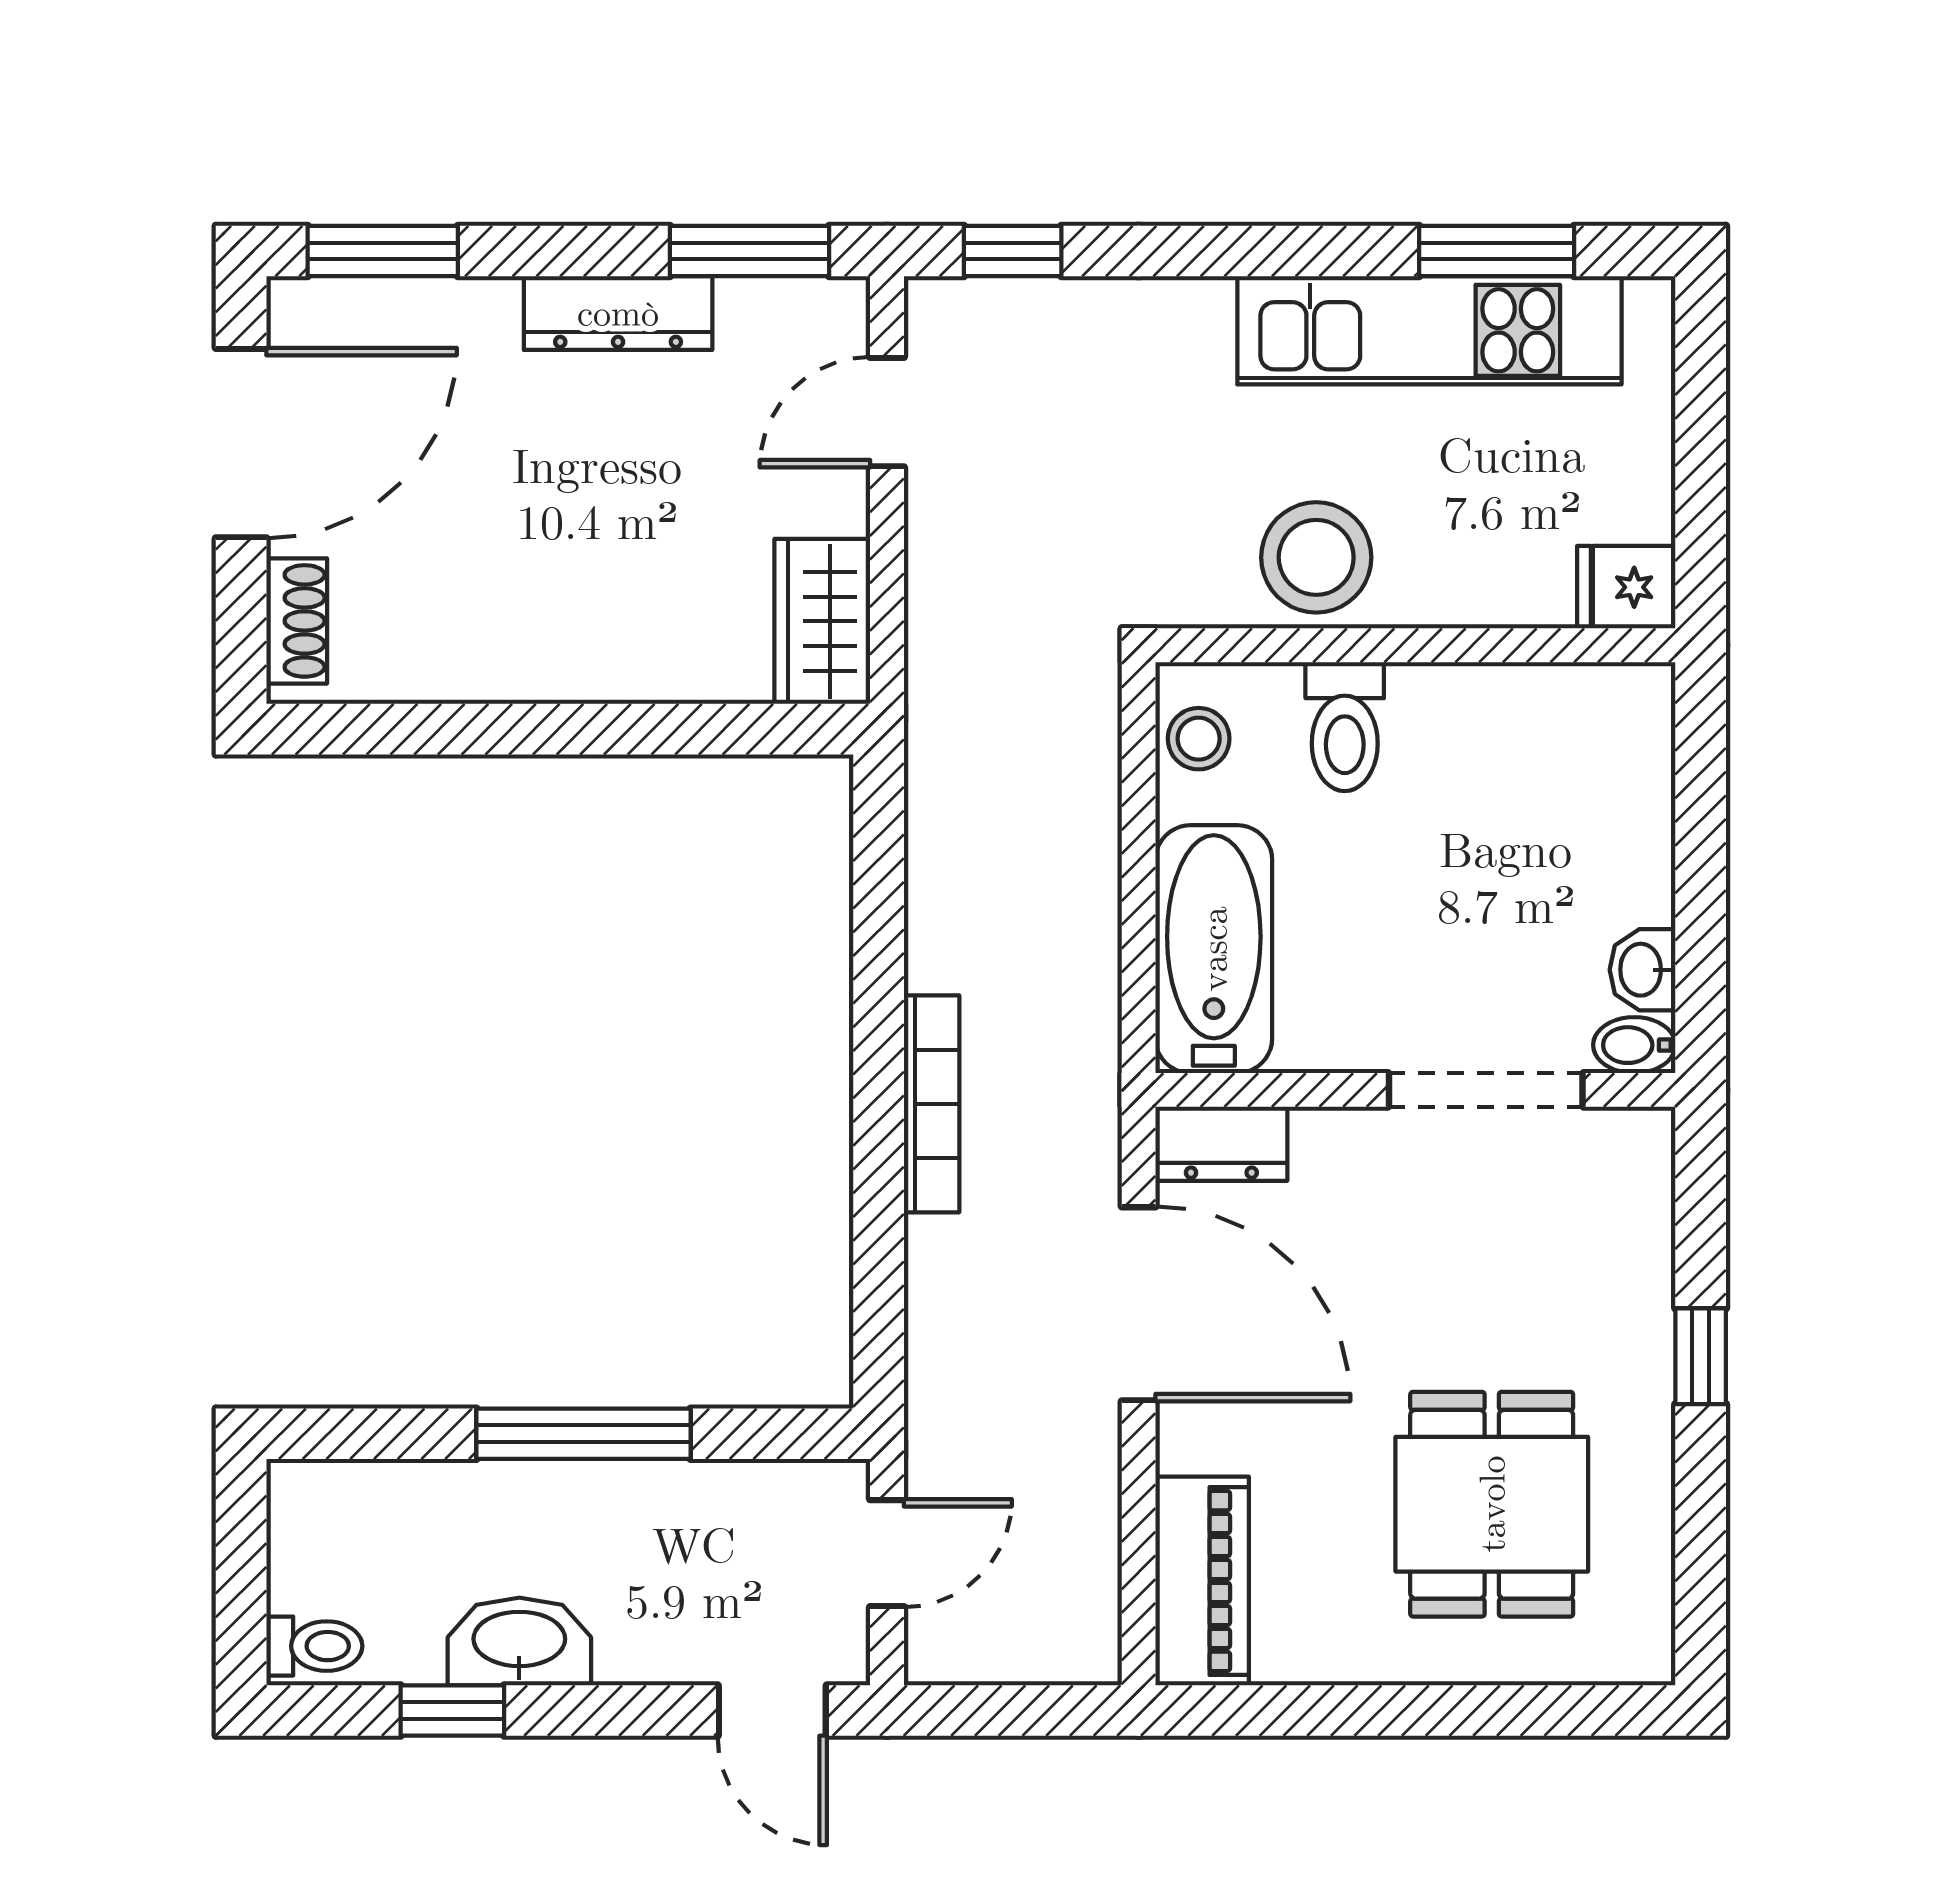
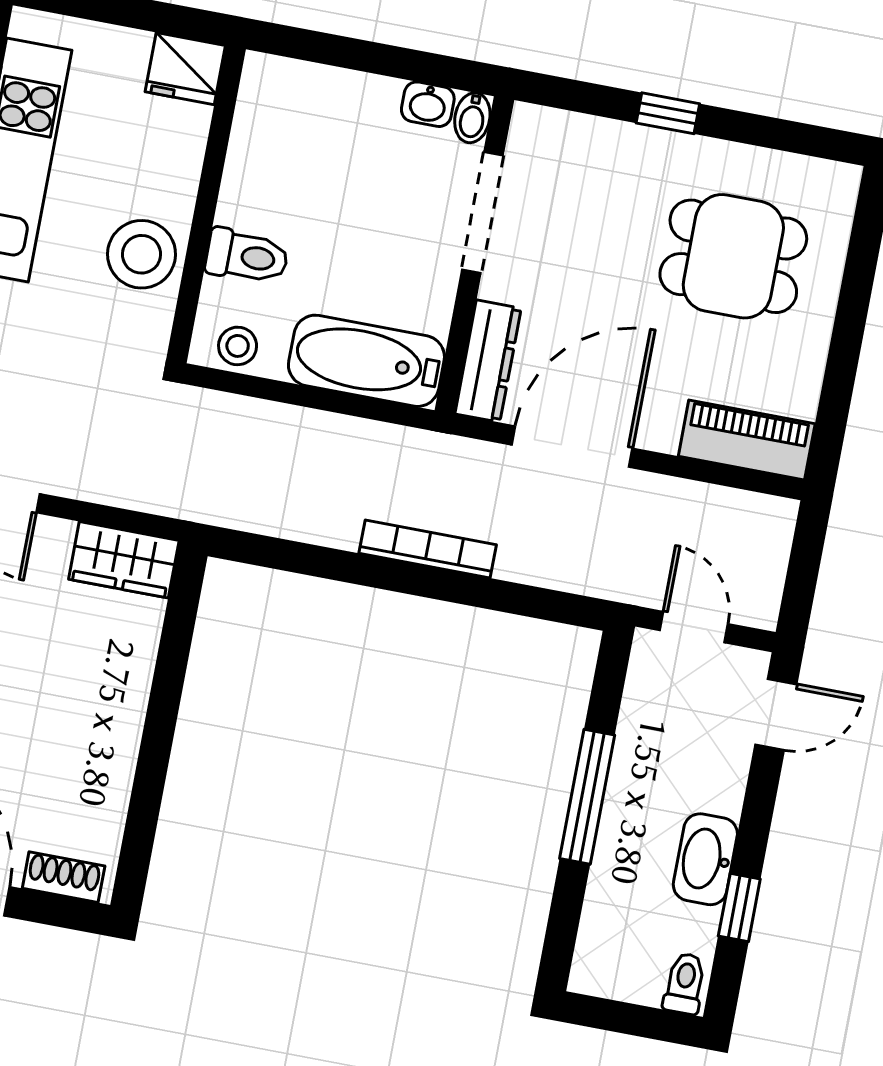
fridge: (1626, 587) -> (185, 69), width x1.38
dresser: (1221, 1144) -> (488, 361), width x1.44

